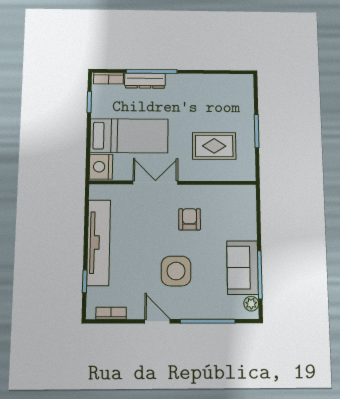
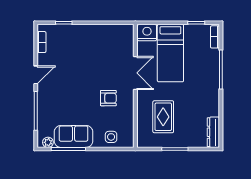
dresser: (145, 81) -> (213, 132), moved
tv unit: (99, 243) -> (91, 32), removed
side table: (176, 271) -> (111, 137), moved, width x0.54, depth x0.54

